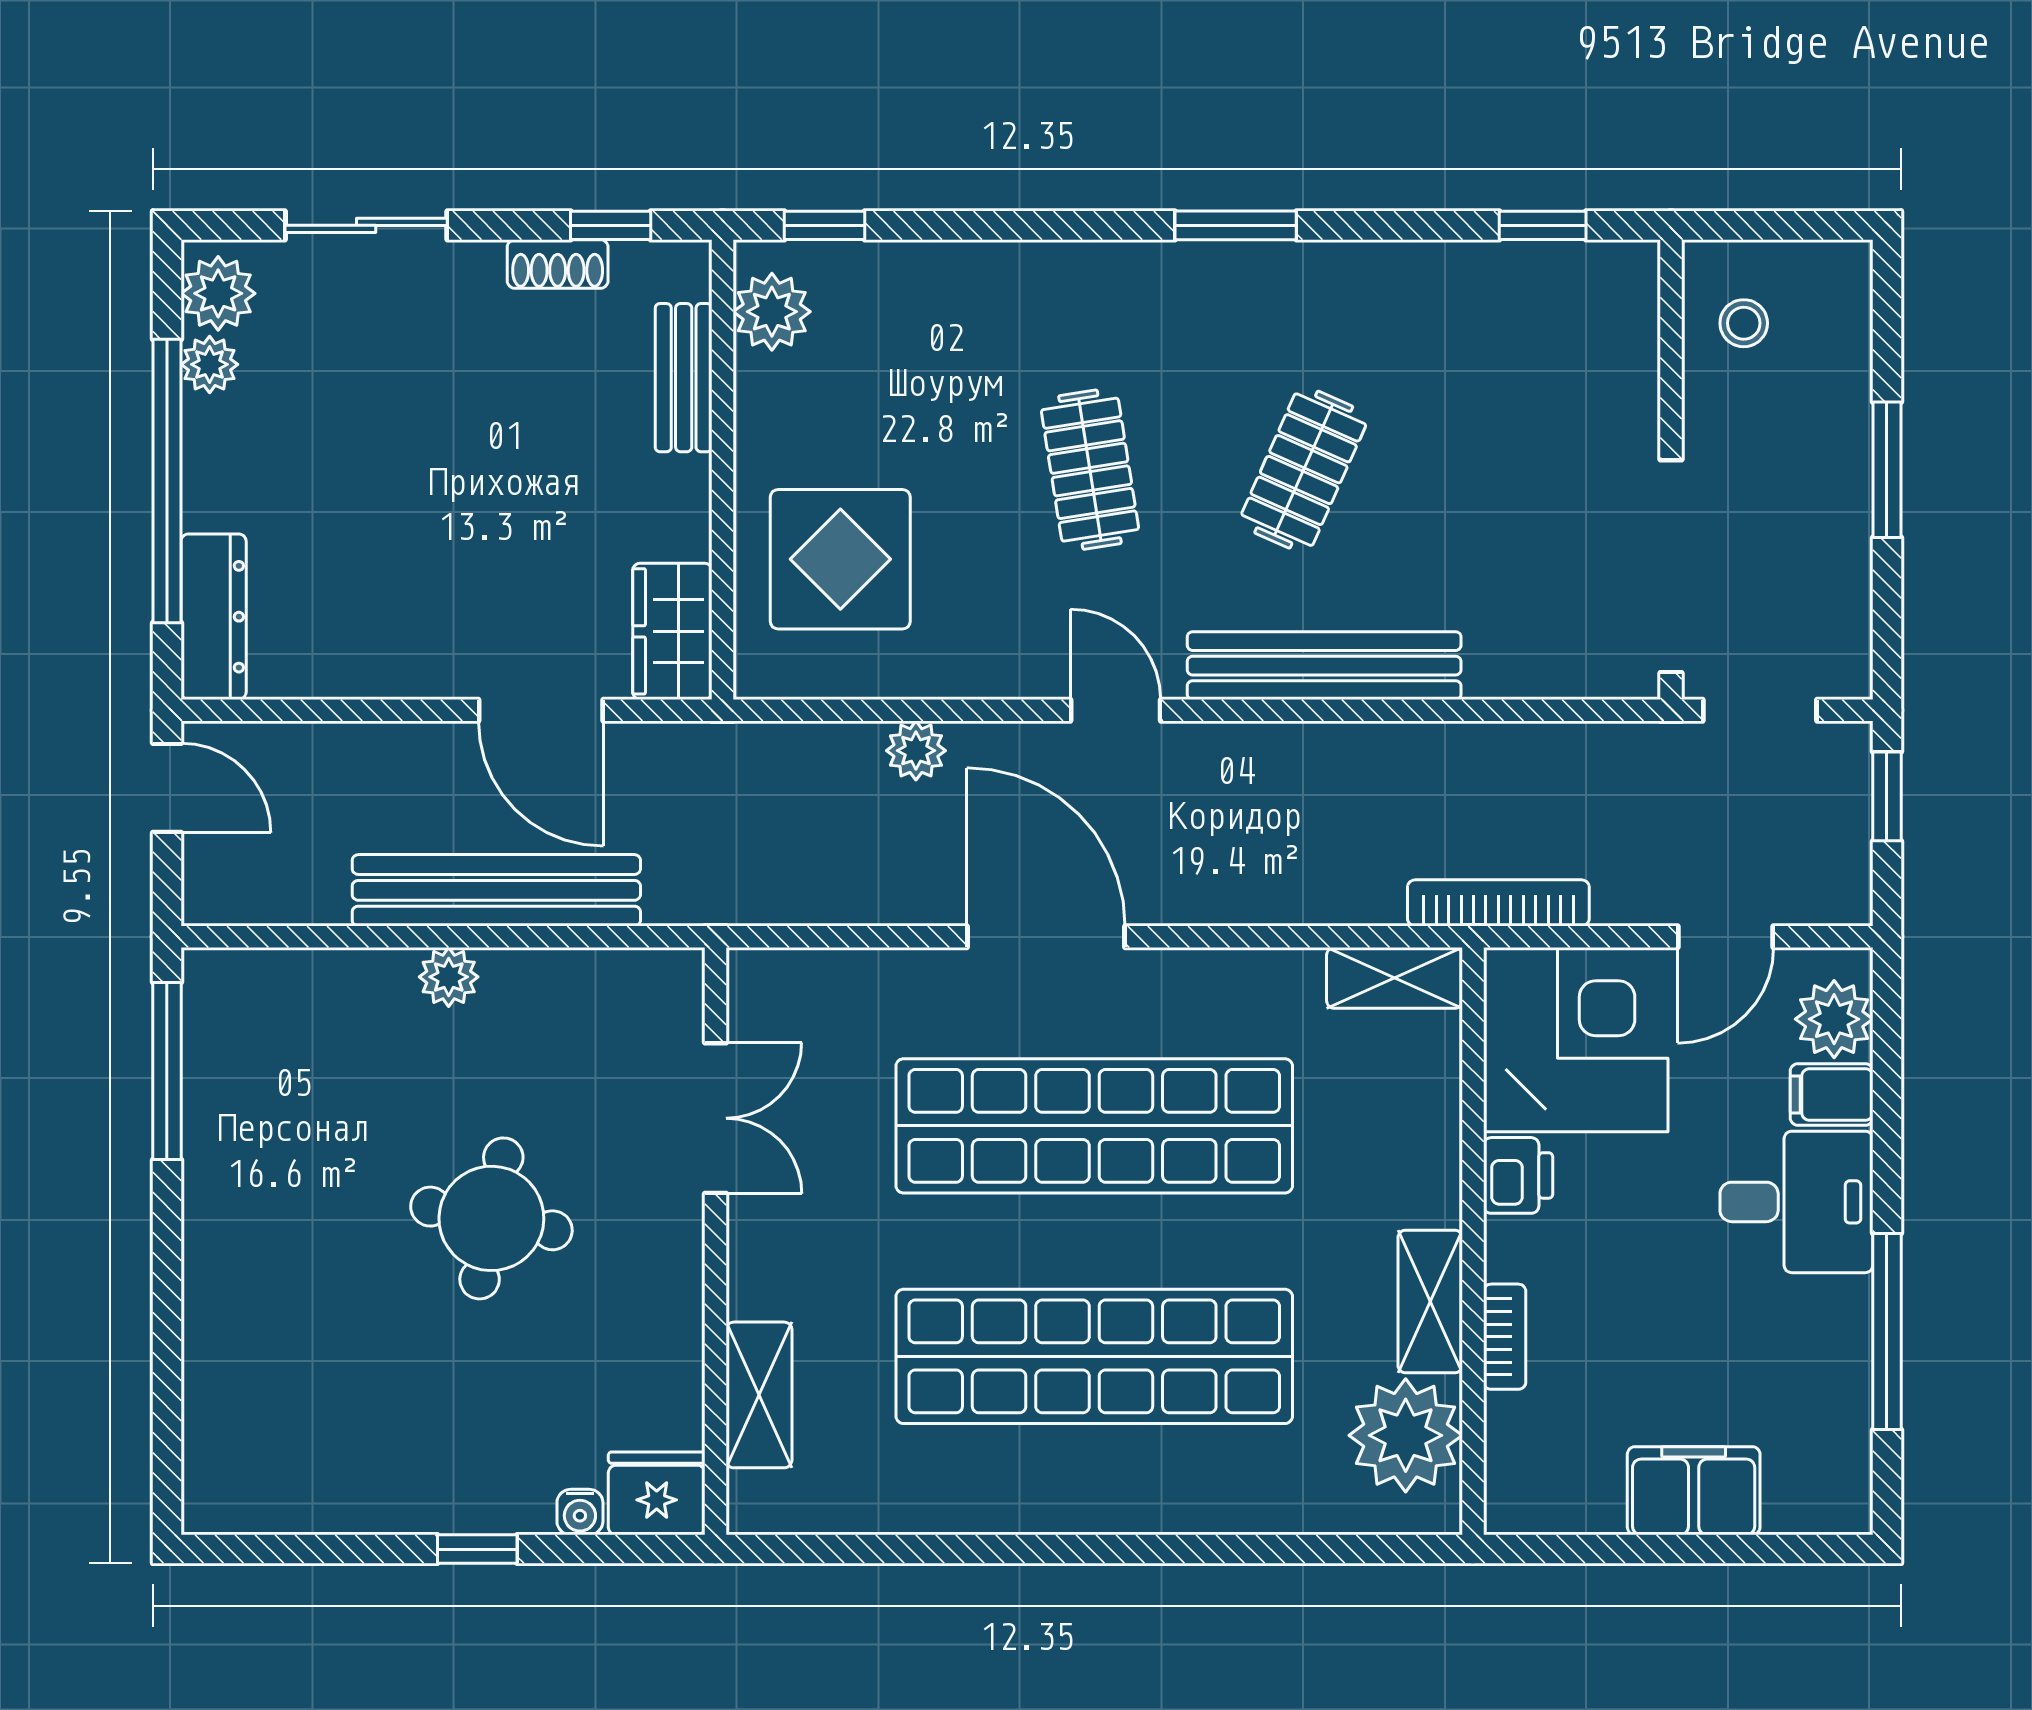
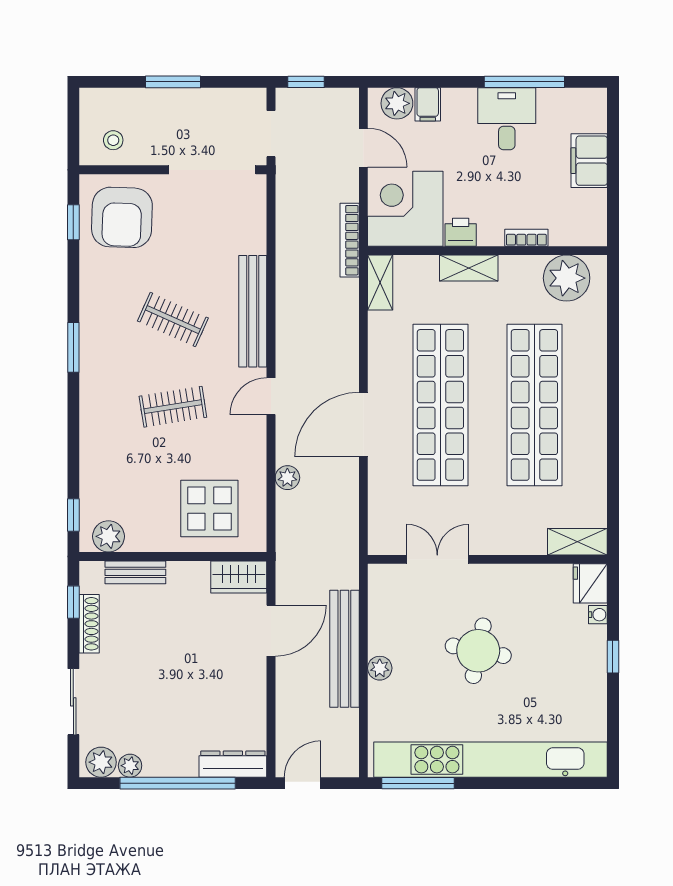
shoe rack: (558, 264) -> (89, 624), width x1.43
armchair: (1554, 345) -> (122, 217), added
desk: (1796, 1202) -> (507, 119), moved
kitchen unit: (224, 1249) -> (491, 760), added
shelving: (1430, 1301) -> (469, 268), moved
shelving: (759, 1395) -> (577, 542), moved

